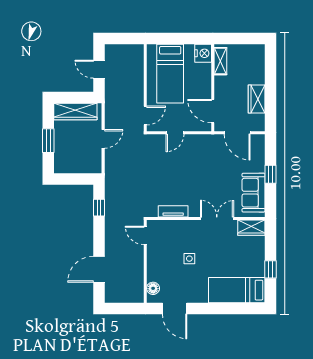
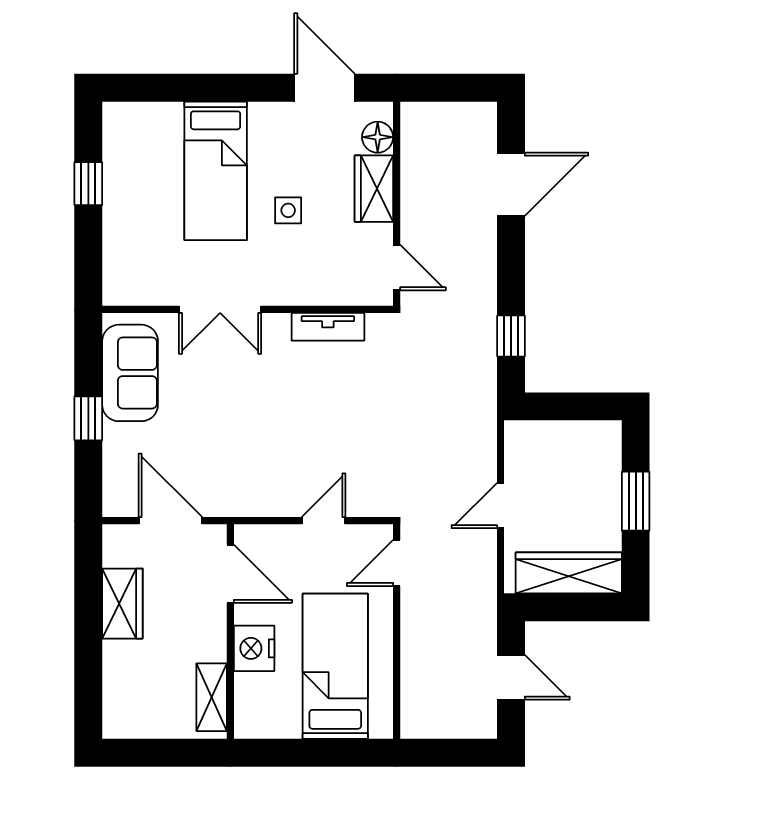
nightstand: (203, 53) -> (254, 648), moved
wardrobe: (251, 228) -> (374, 189), moved, turned -90
bed: (237, 290) -> (216, 171), moved, turned 90

